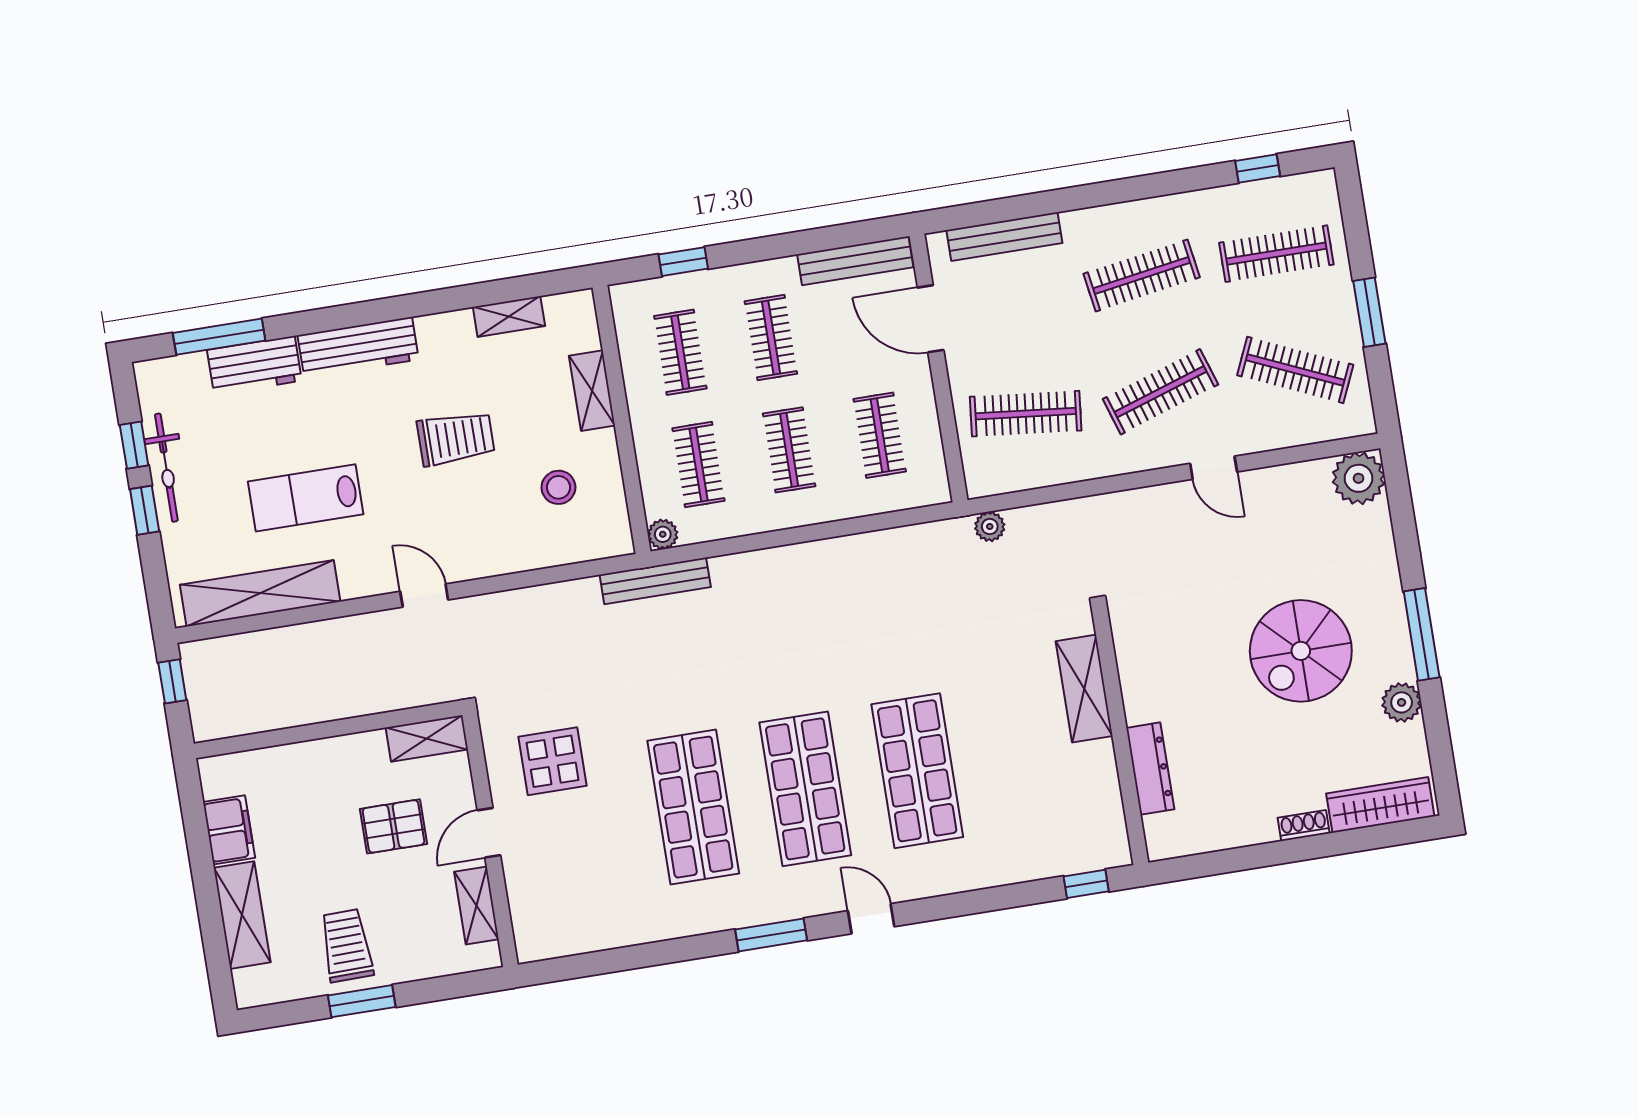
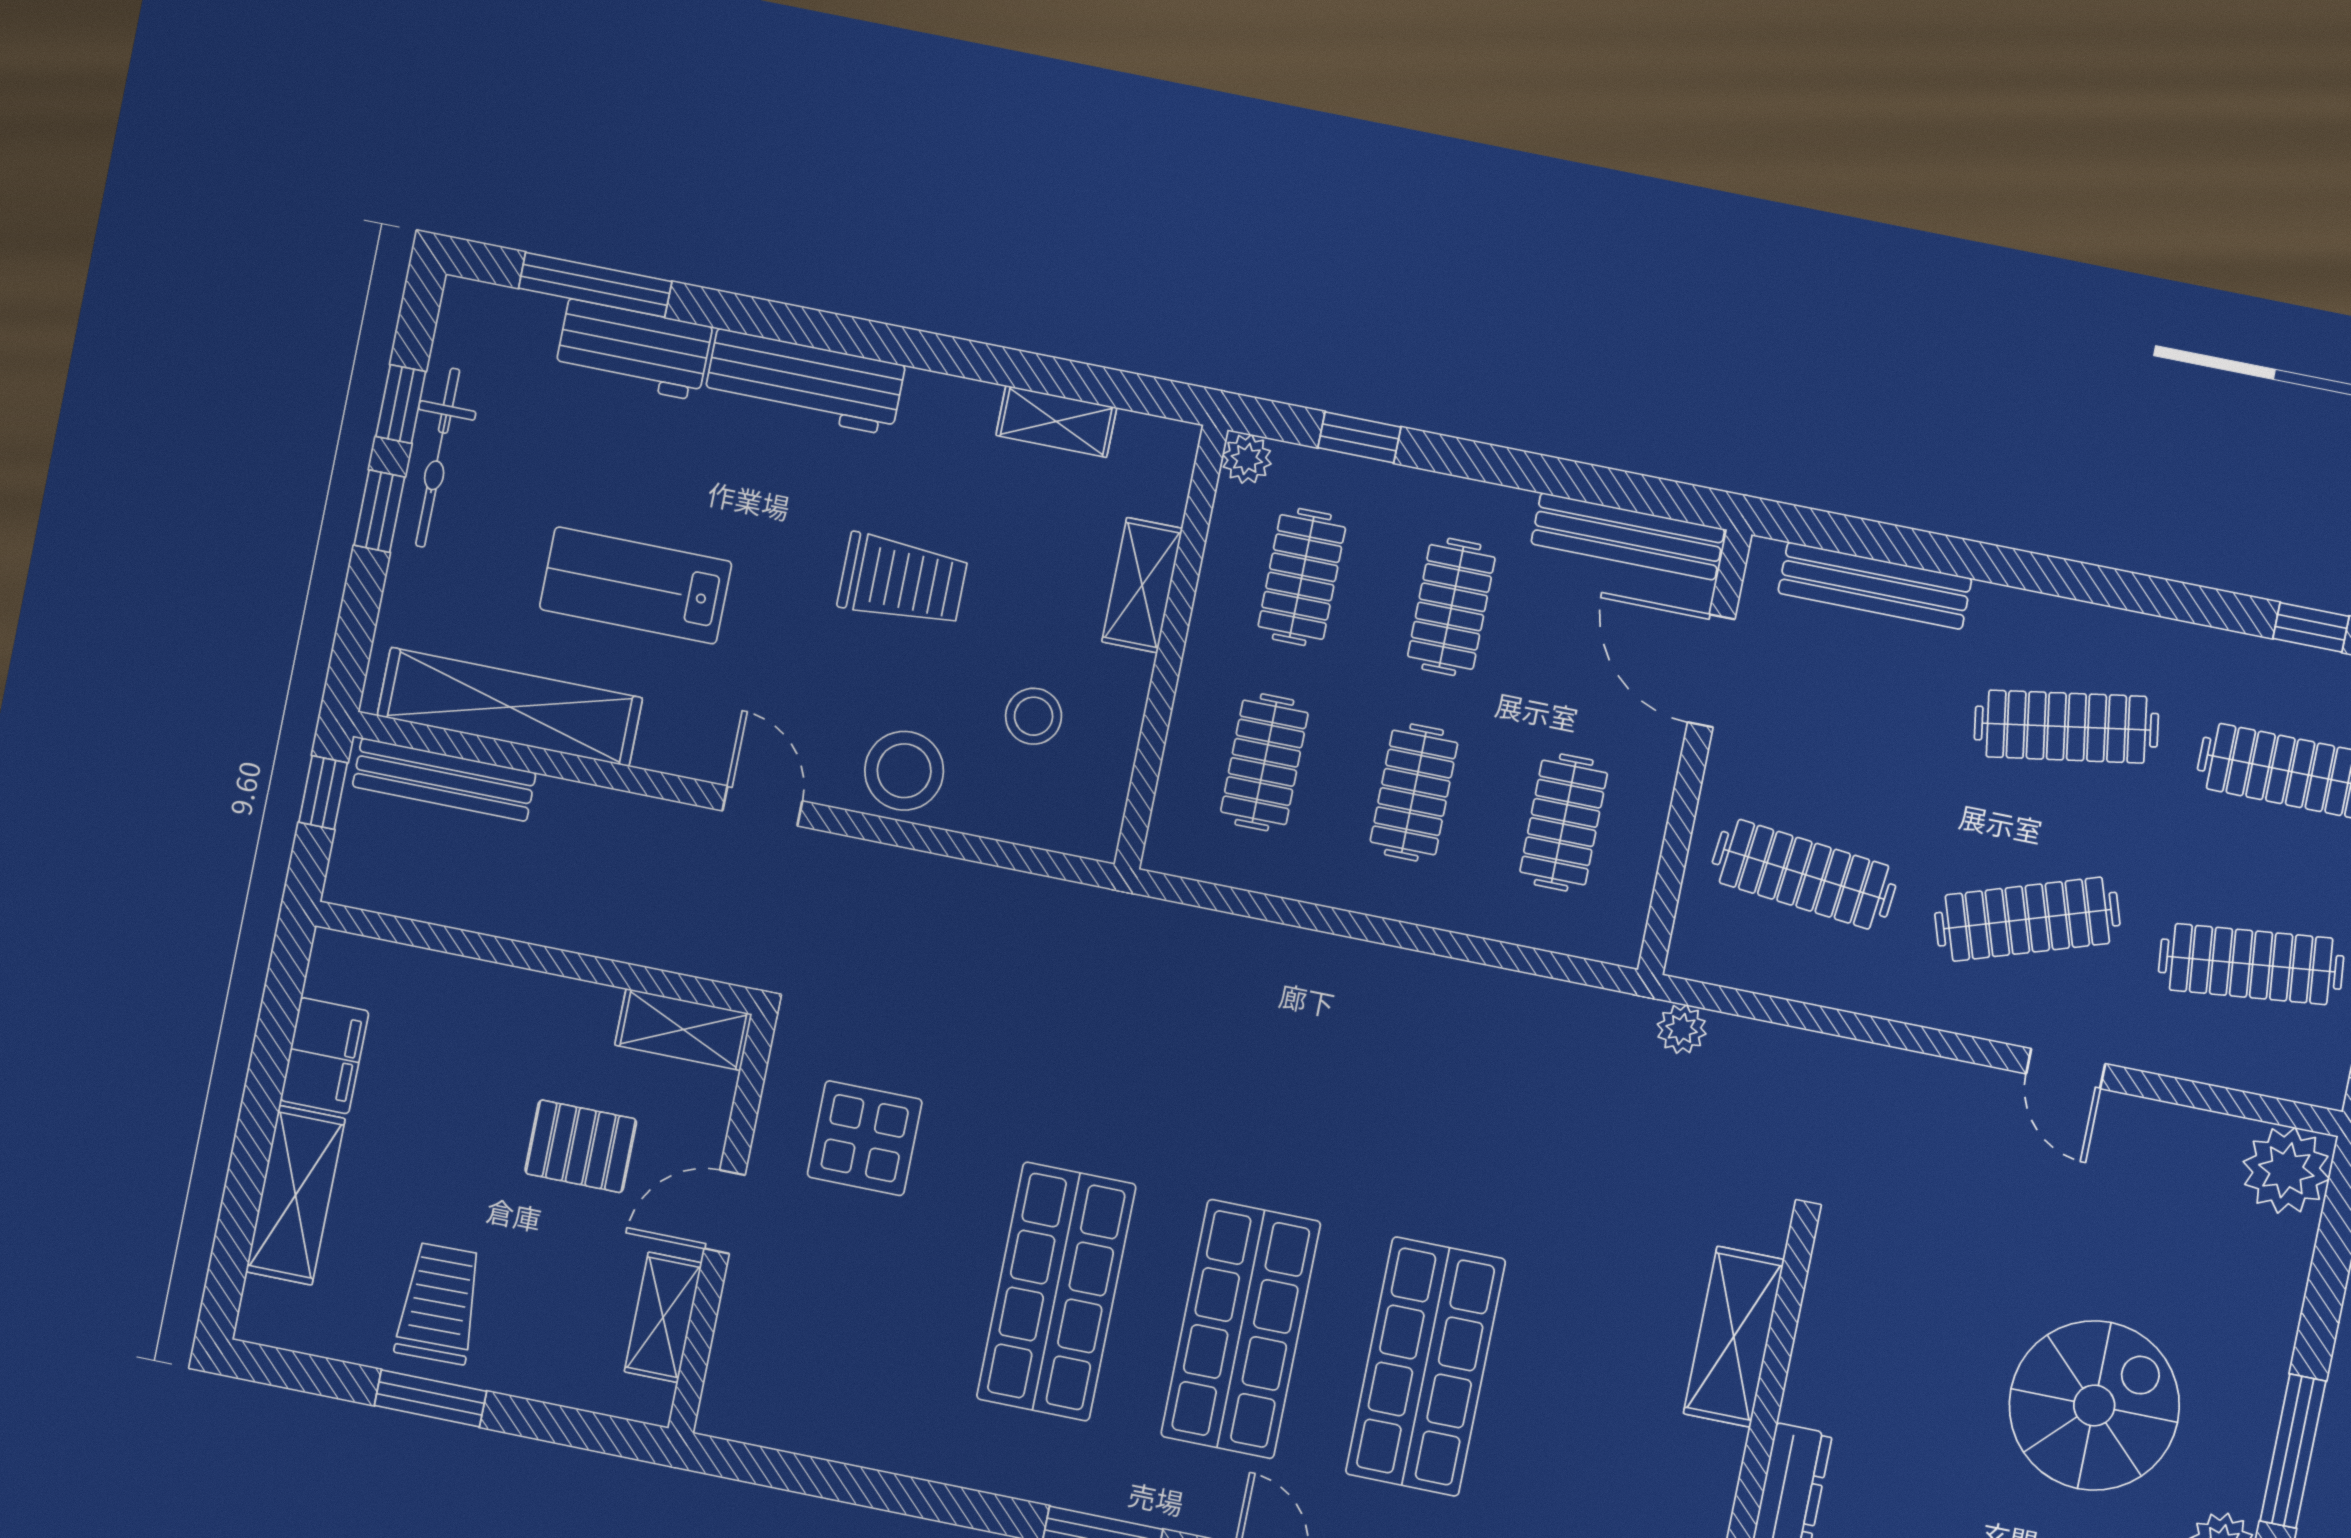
clothes rail: (1295, 370) -> (2251, 964), turned -30
plant: (663, 534) -> (1247, 459), moved
stool: (497, 546) -> (904, 771), added
bench: (655, 581) -> (444, 780), moved
spiral stairs: (1301, 651) -> (2094, 1405), turned 180

